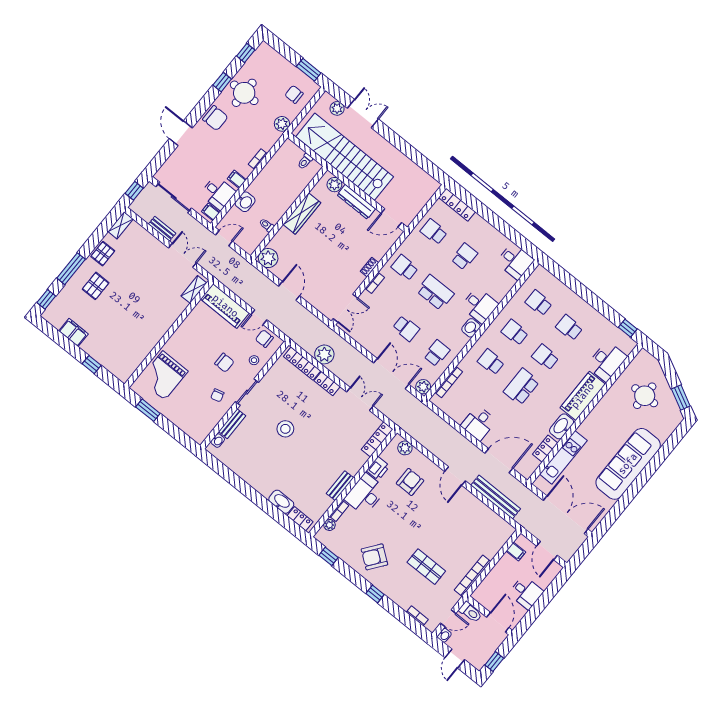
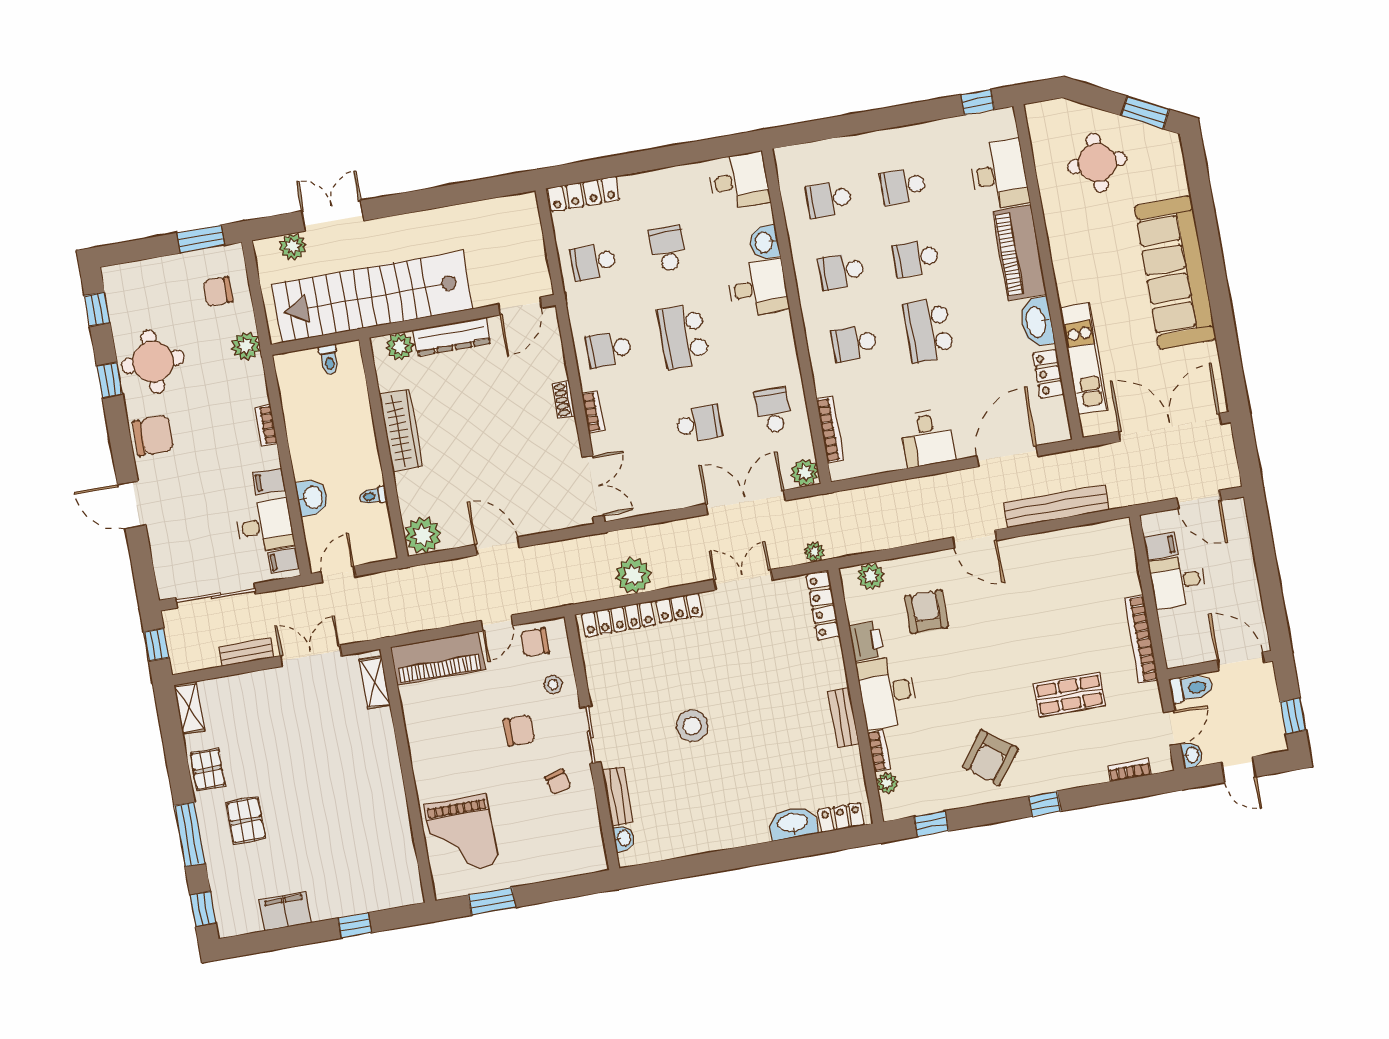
school desk: (435, 292) -> (683, 336), turned -90
washbasin: (471, 328) -> (764, 242), moved
plant: (395, 418) -> (814, 552), added
desk: (526, 593) -> (1178, 581), moved, turned 180

